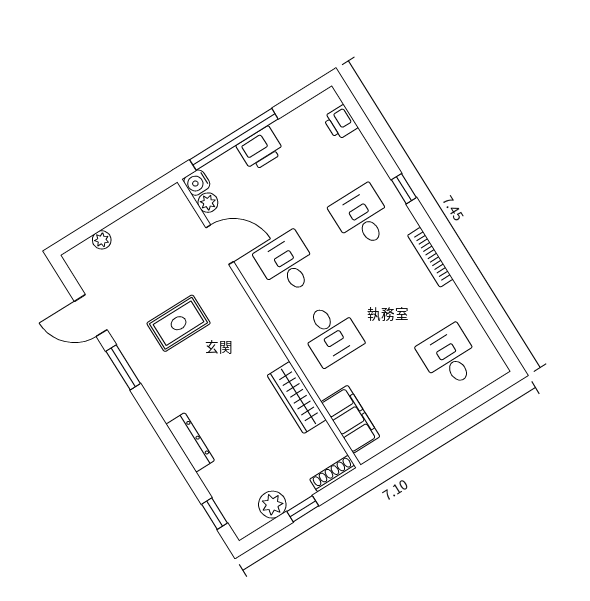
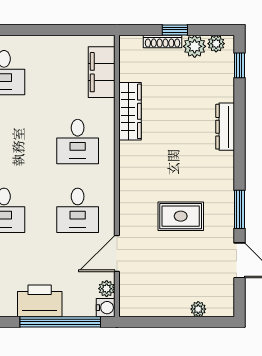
printer: (260, 149) -> (40, 301), width x1.37, depth x1.19
door: (220, 245) -> (117, 254), hinge flipped
desk: (331, 334) -> (78, 141), turned 180
shoe rack: (333, 474) -> (163, 42), moved
plant: (252, 521) -> (216, 44), added

